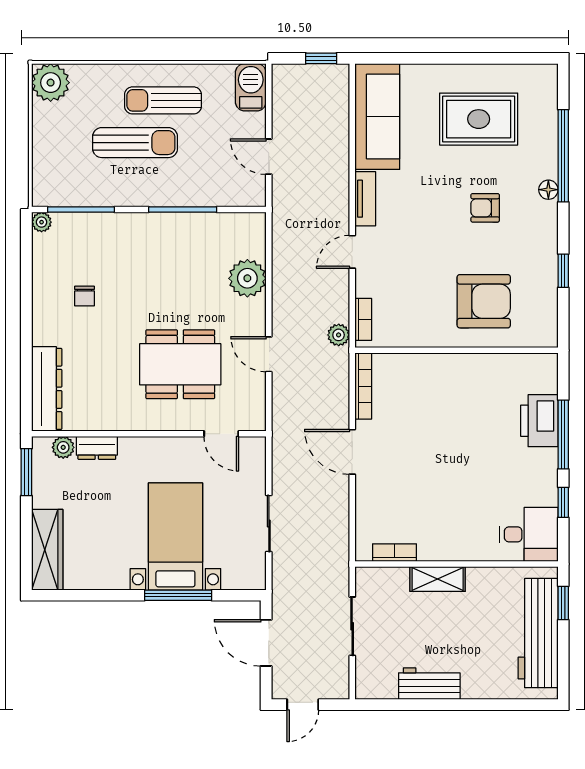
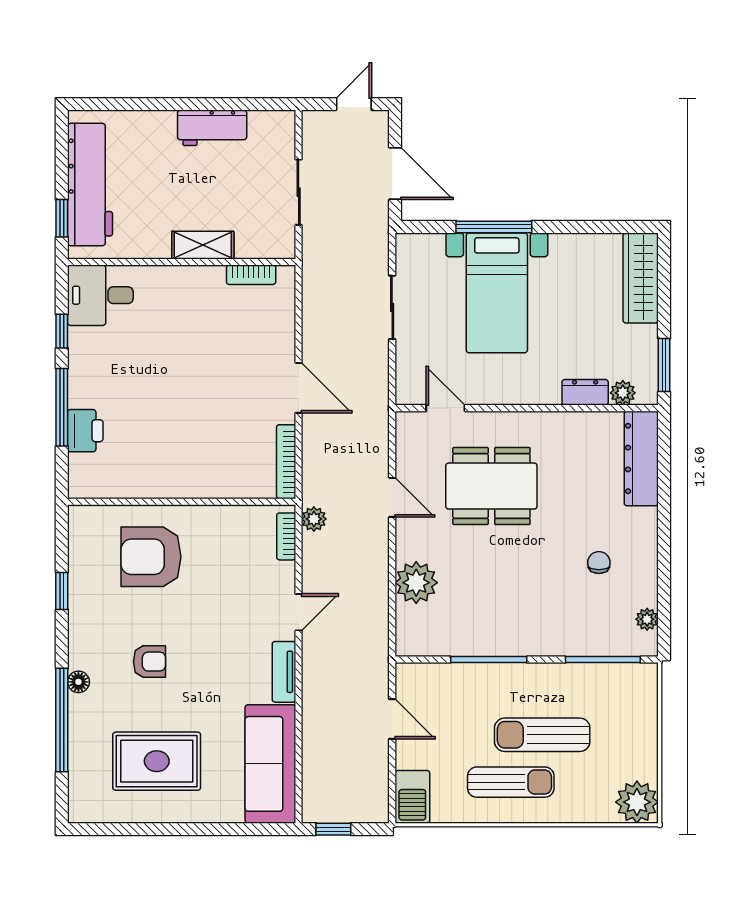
plant: (42, 222) -> (647, 619), moved
printer: (539, 421) -> (85, 431), width x0.73, depth x0.84

